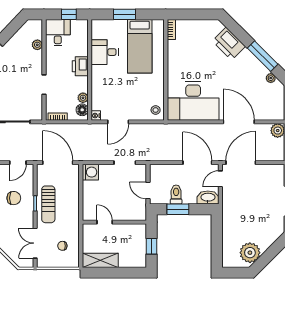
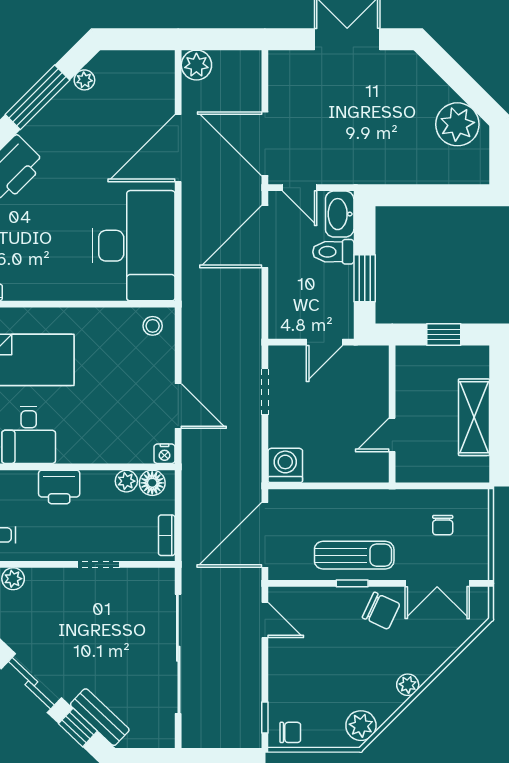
toilet: (176, 195) -> (333, 252), moved
chair: (14, 198) -> (381, 611), moved, turned 115
shelving: (100, 260) -> (474, 417), moved

